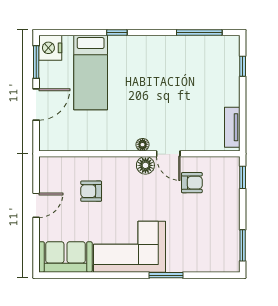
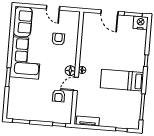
bed: (91, 73) -> (122, 80), moved

